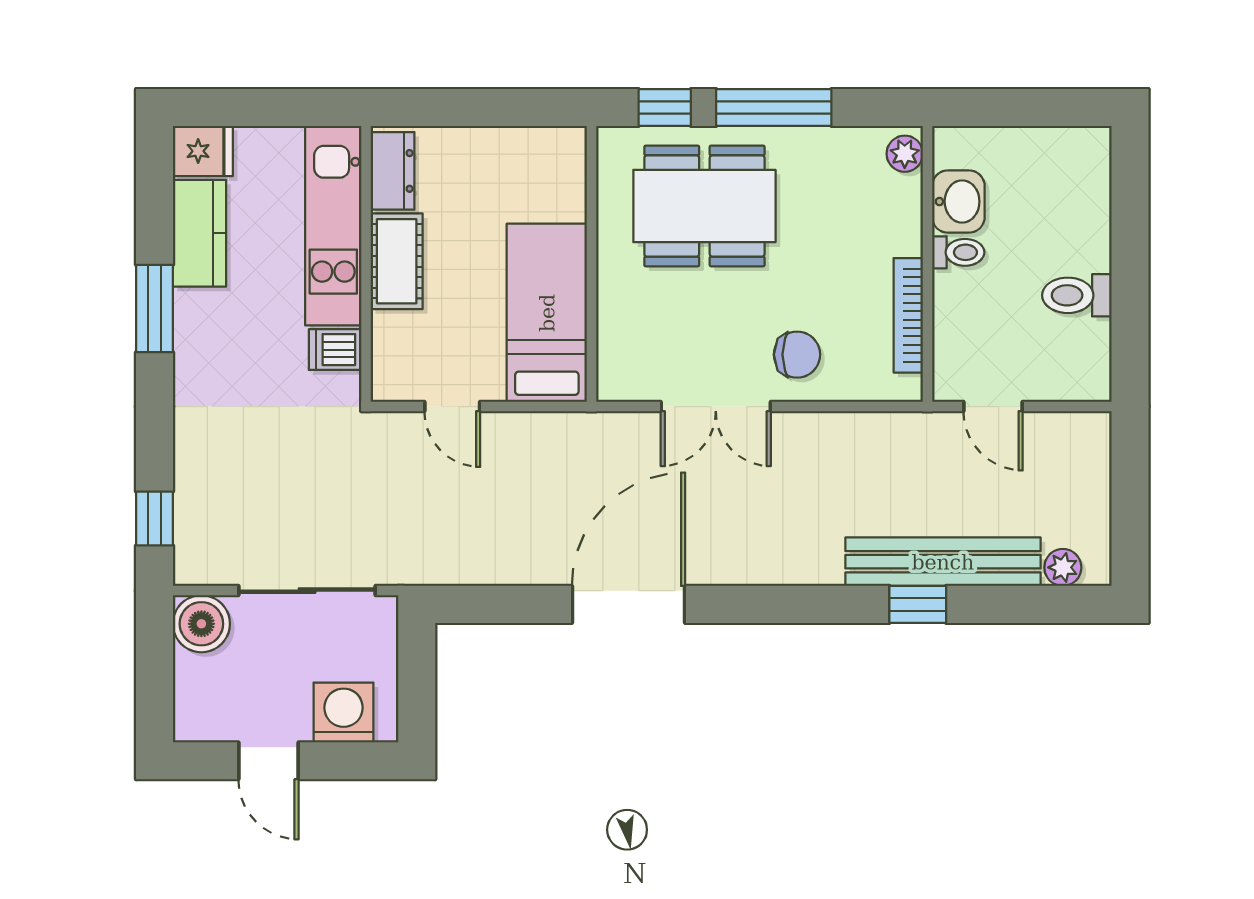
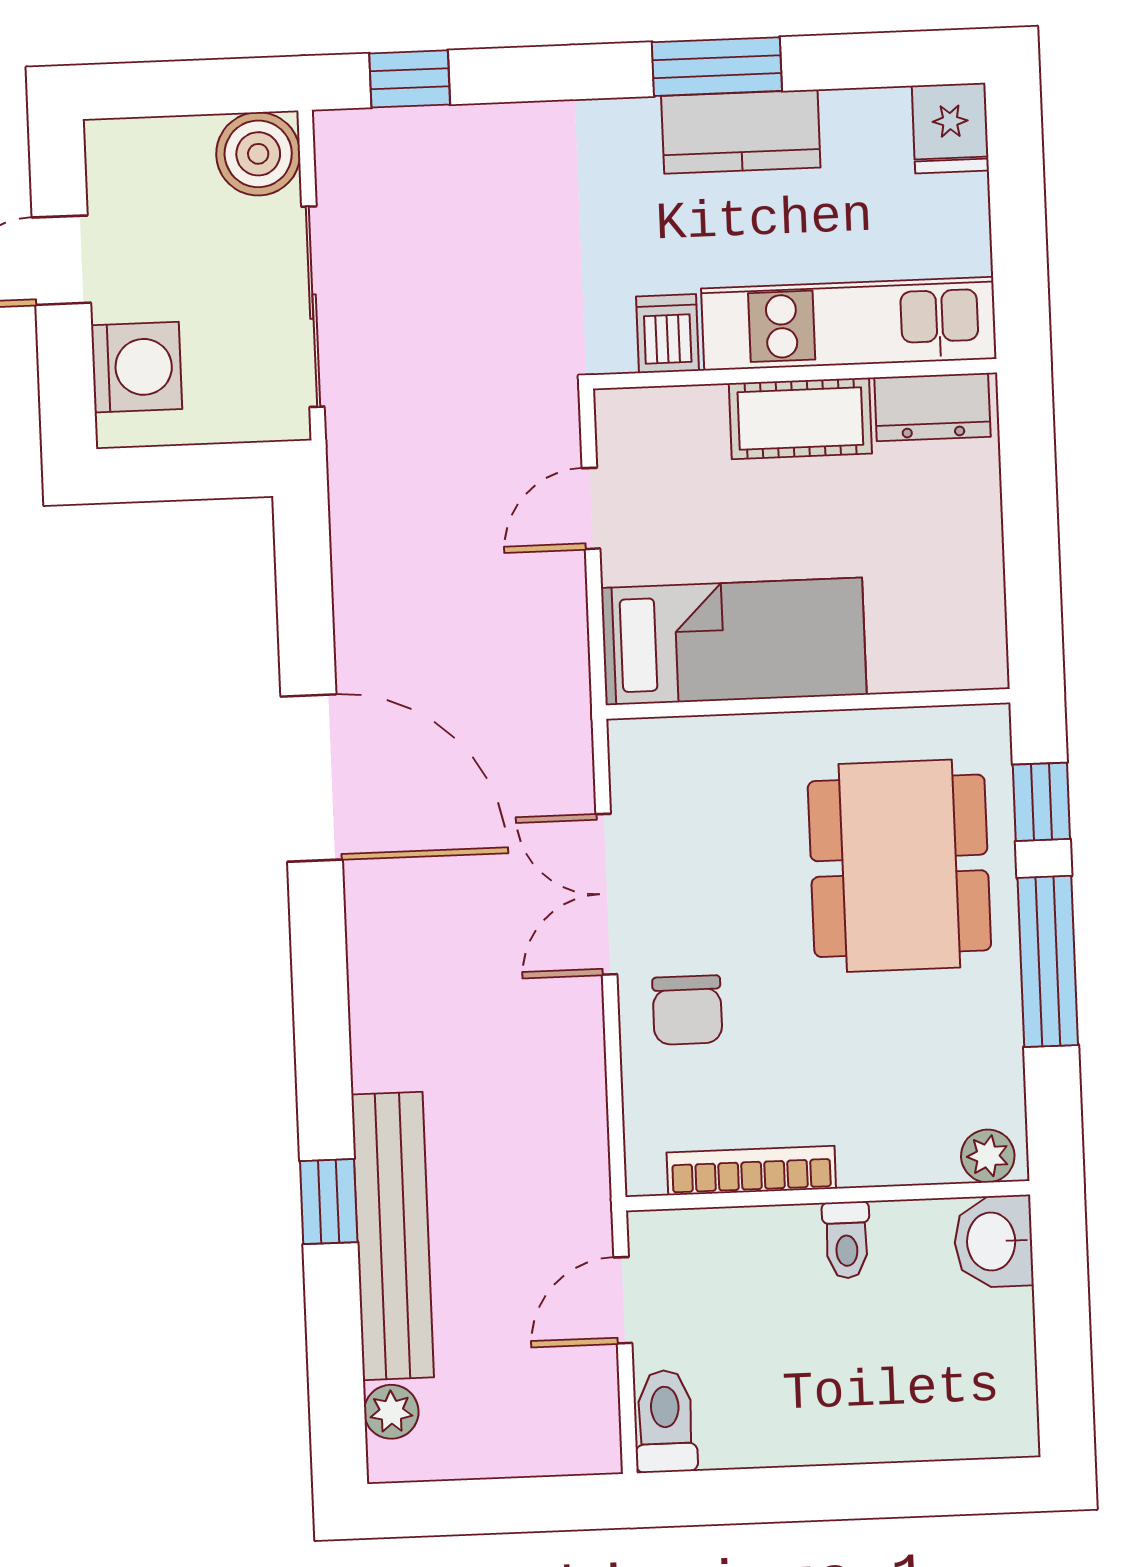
washbasin: (958, 202) -> (993, 1241), moved, turned 90
kitchen counter: (199, 233) -> (741, 132), moved
toilet: (1077, 295) -> (665, 1421), moved

